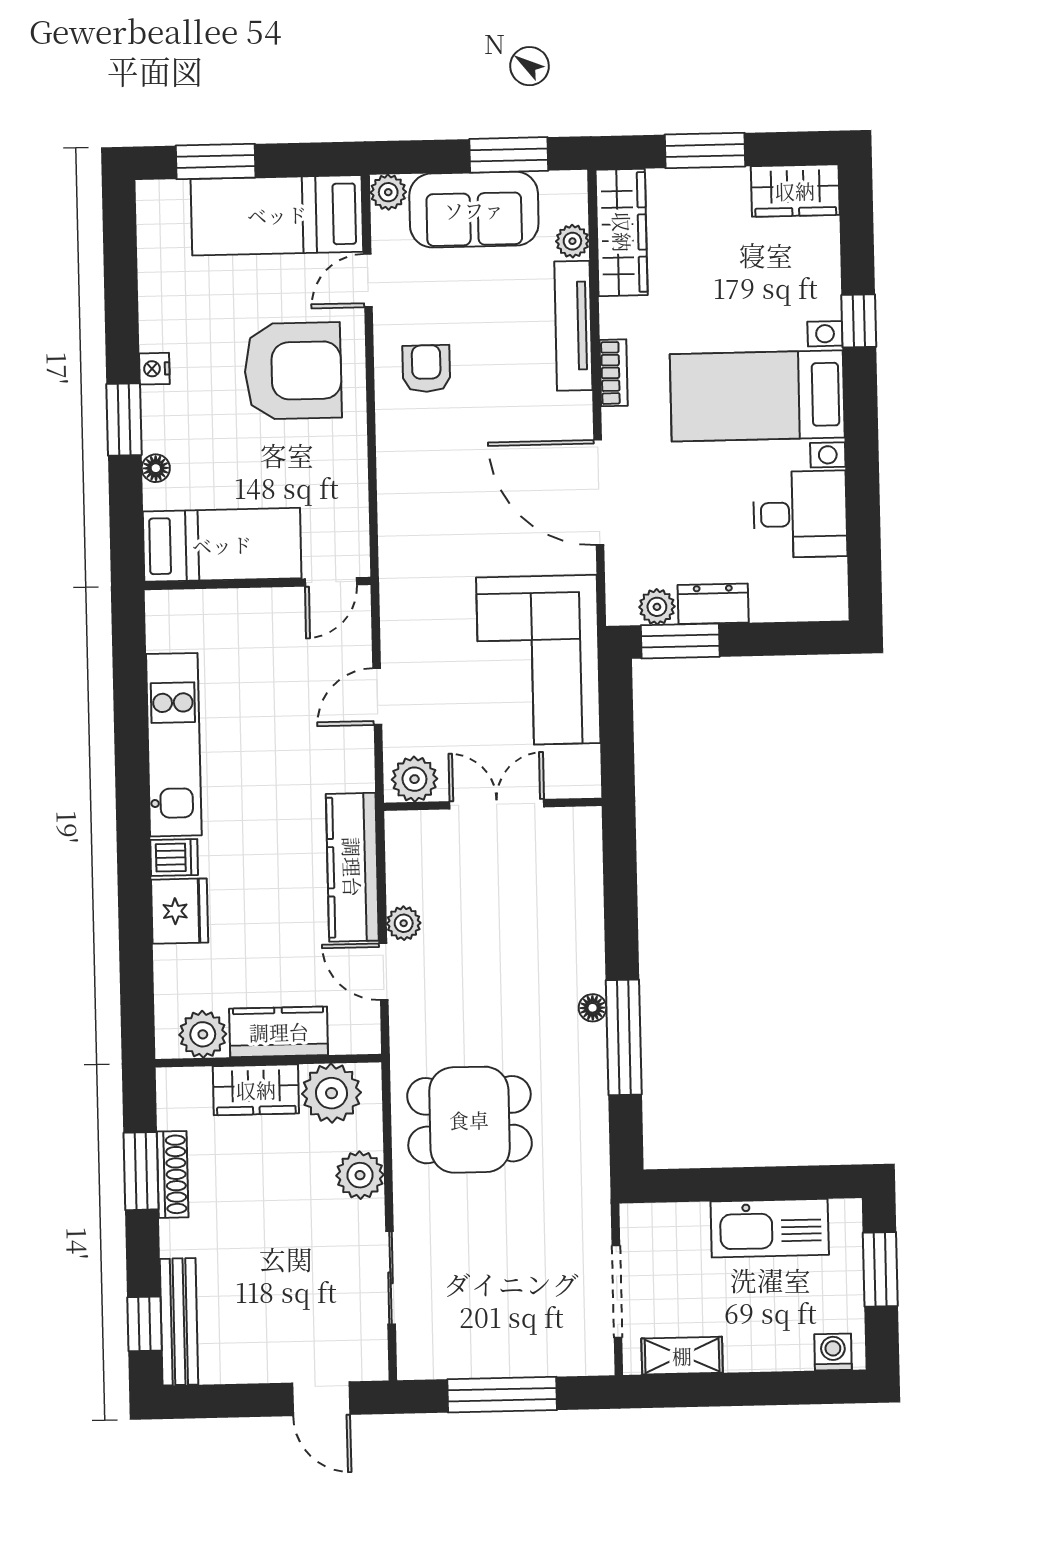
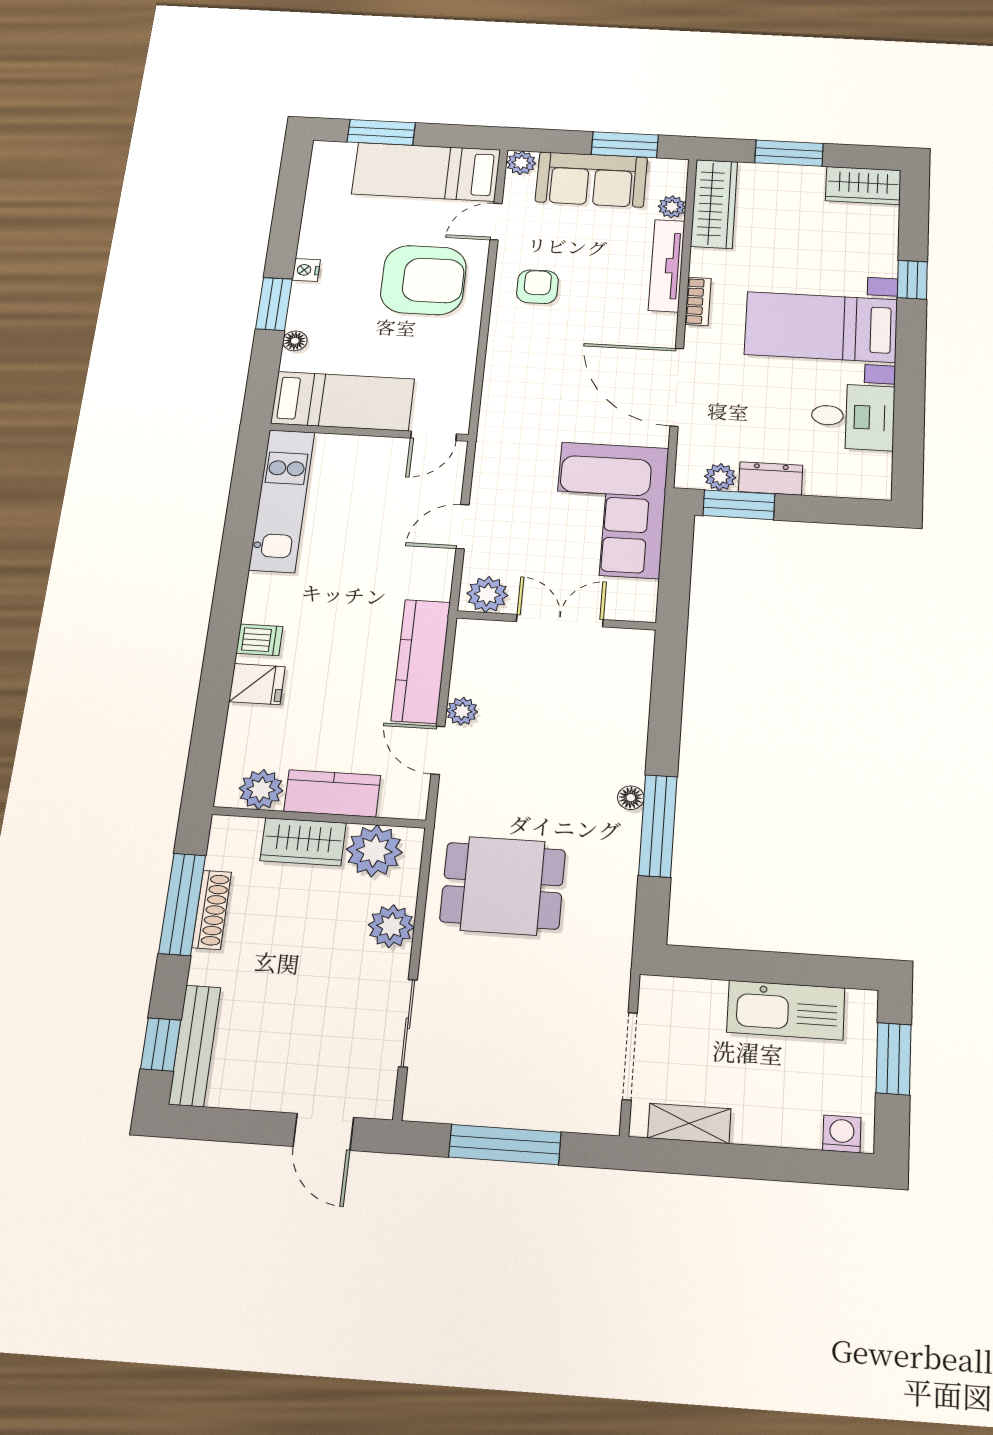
kitchen unit: (174, 745) -> (282, 500), moved
fridge: (180, 911) -> (257, 684), width x0.72
window: (141, 1171) -> (182, 904), width x1.44

